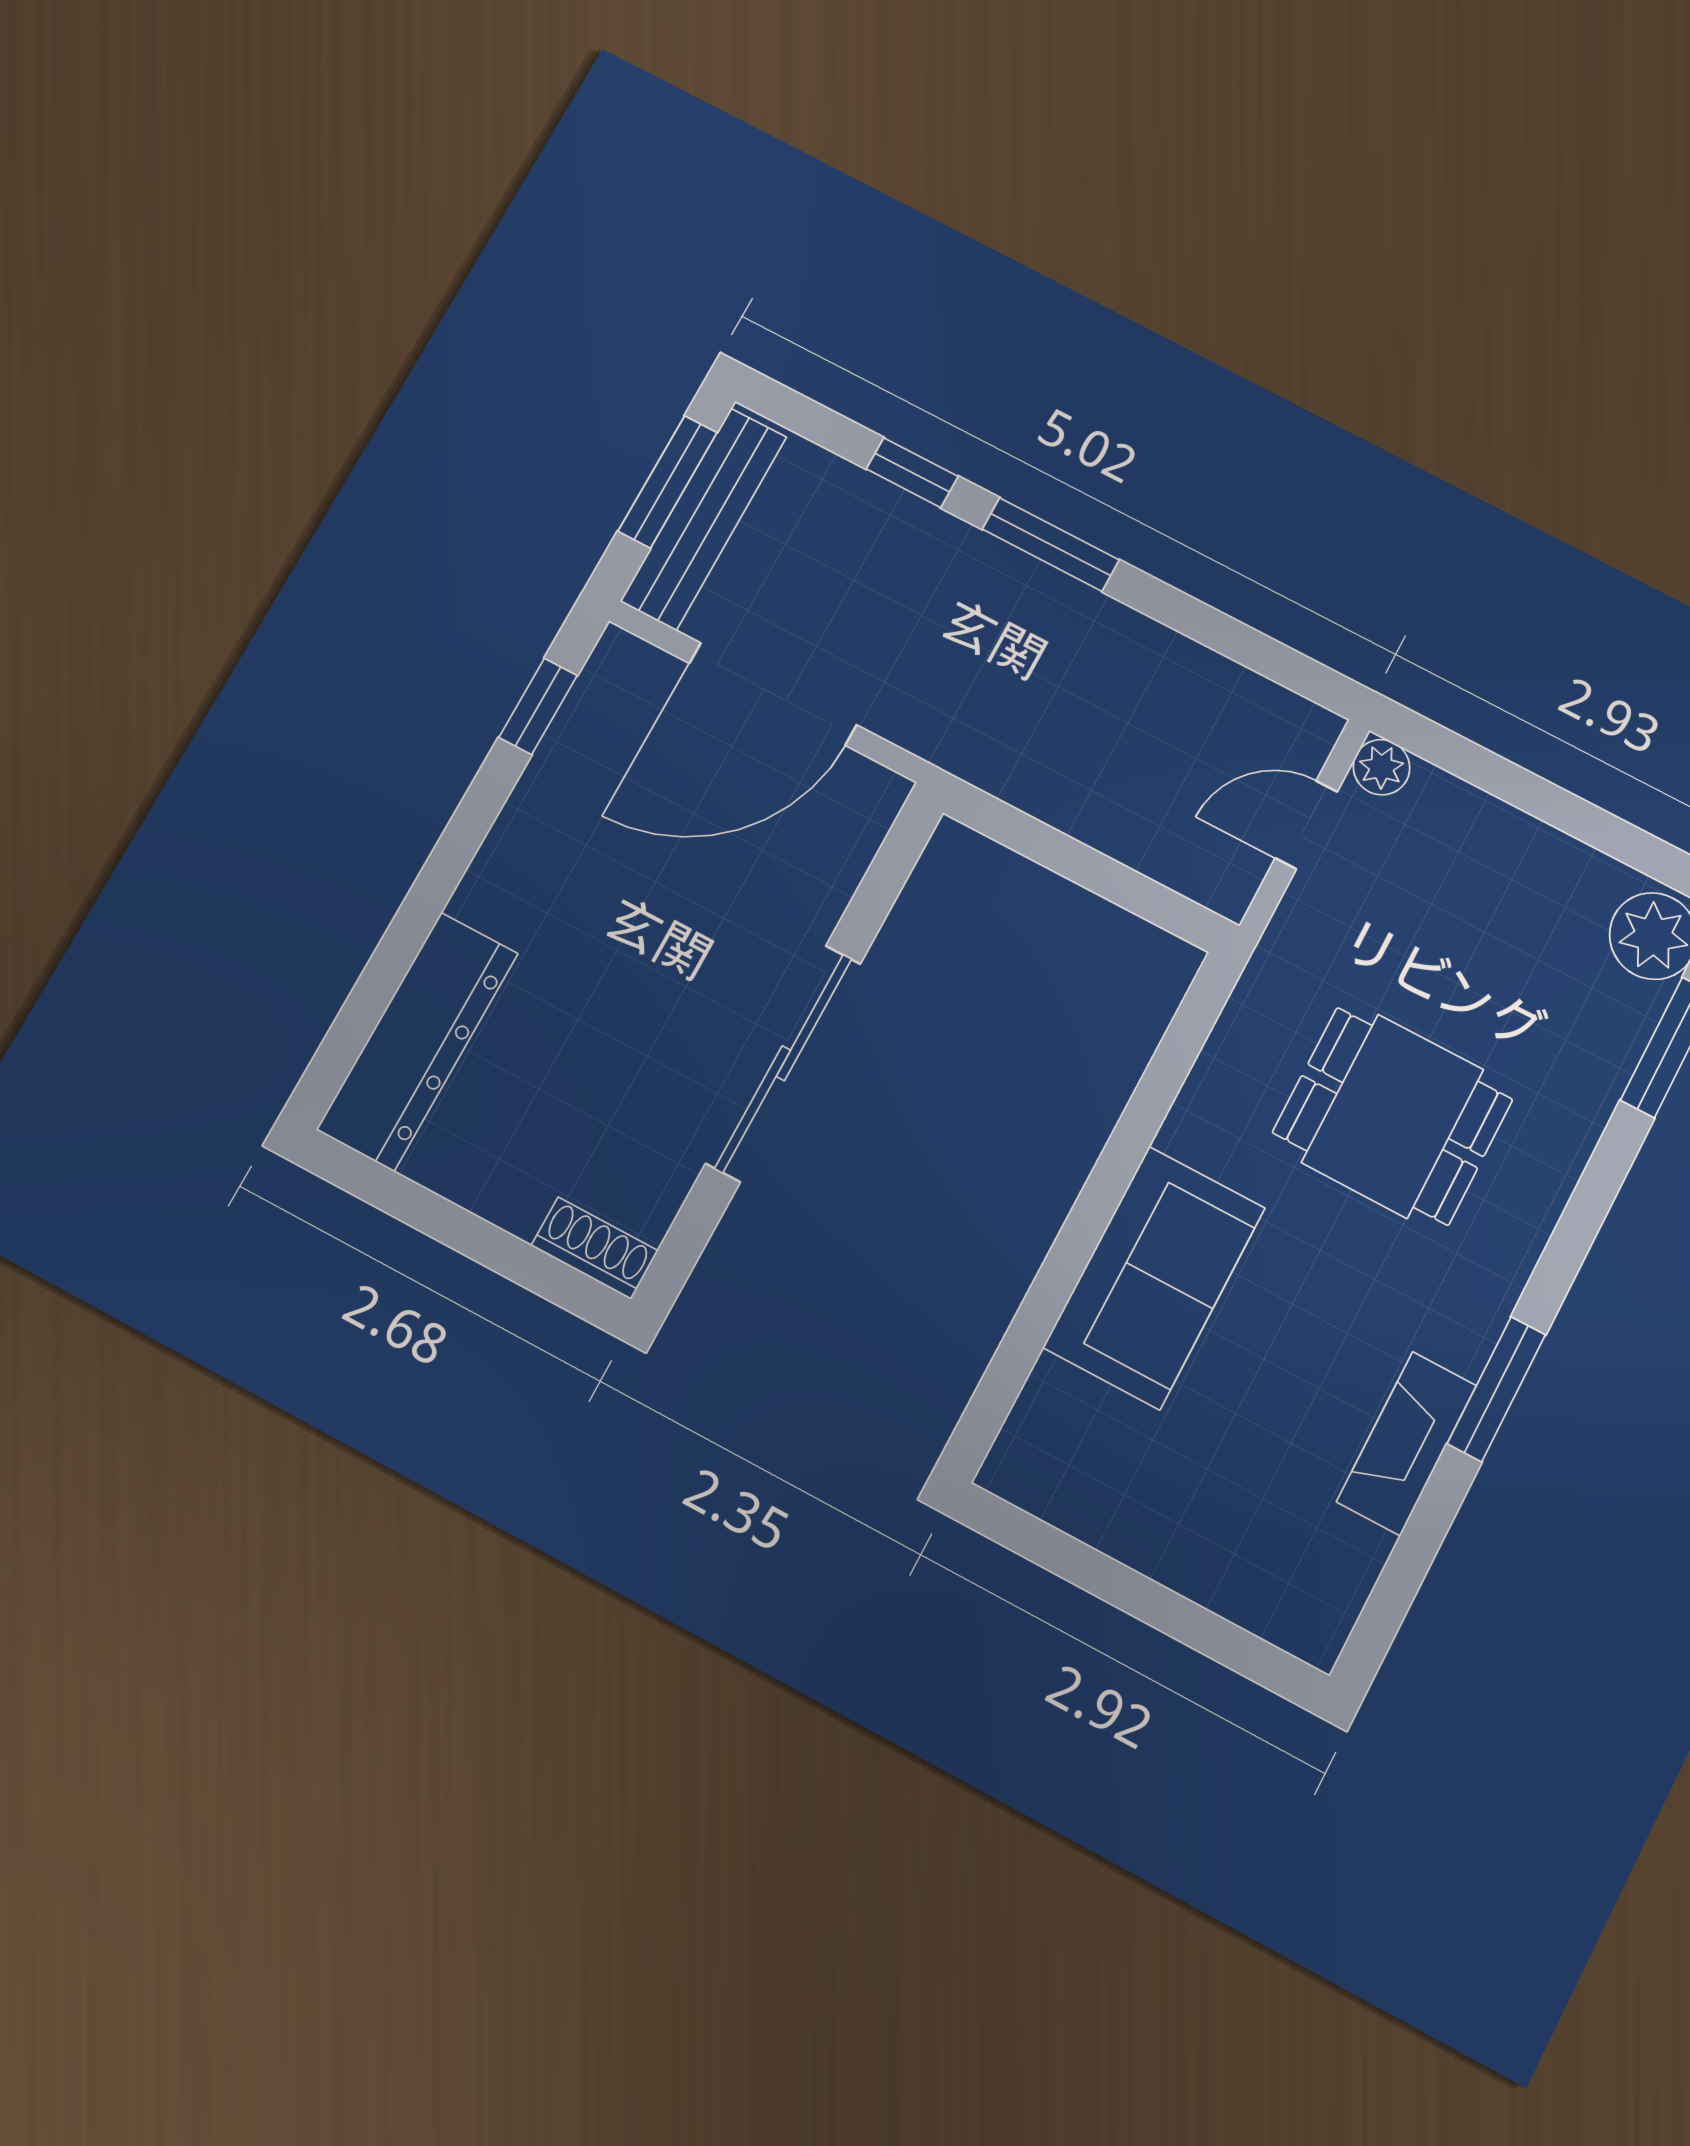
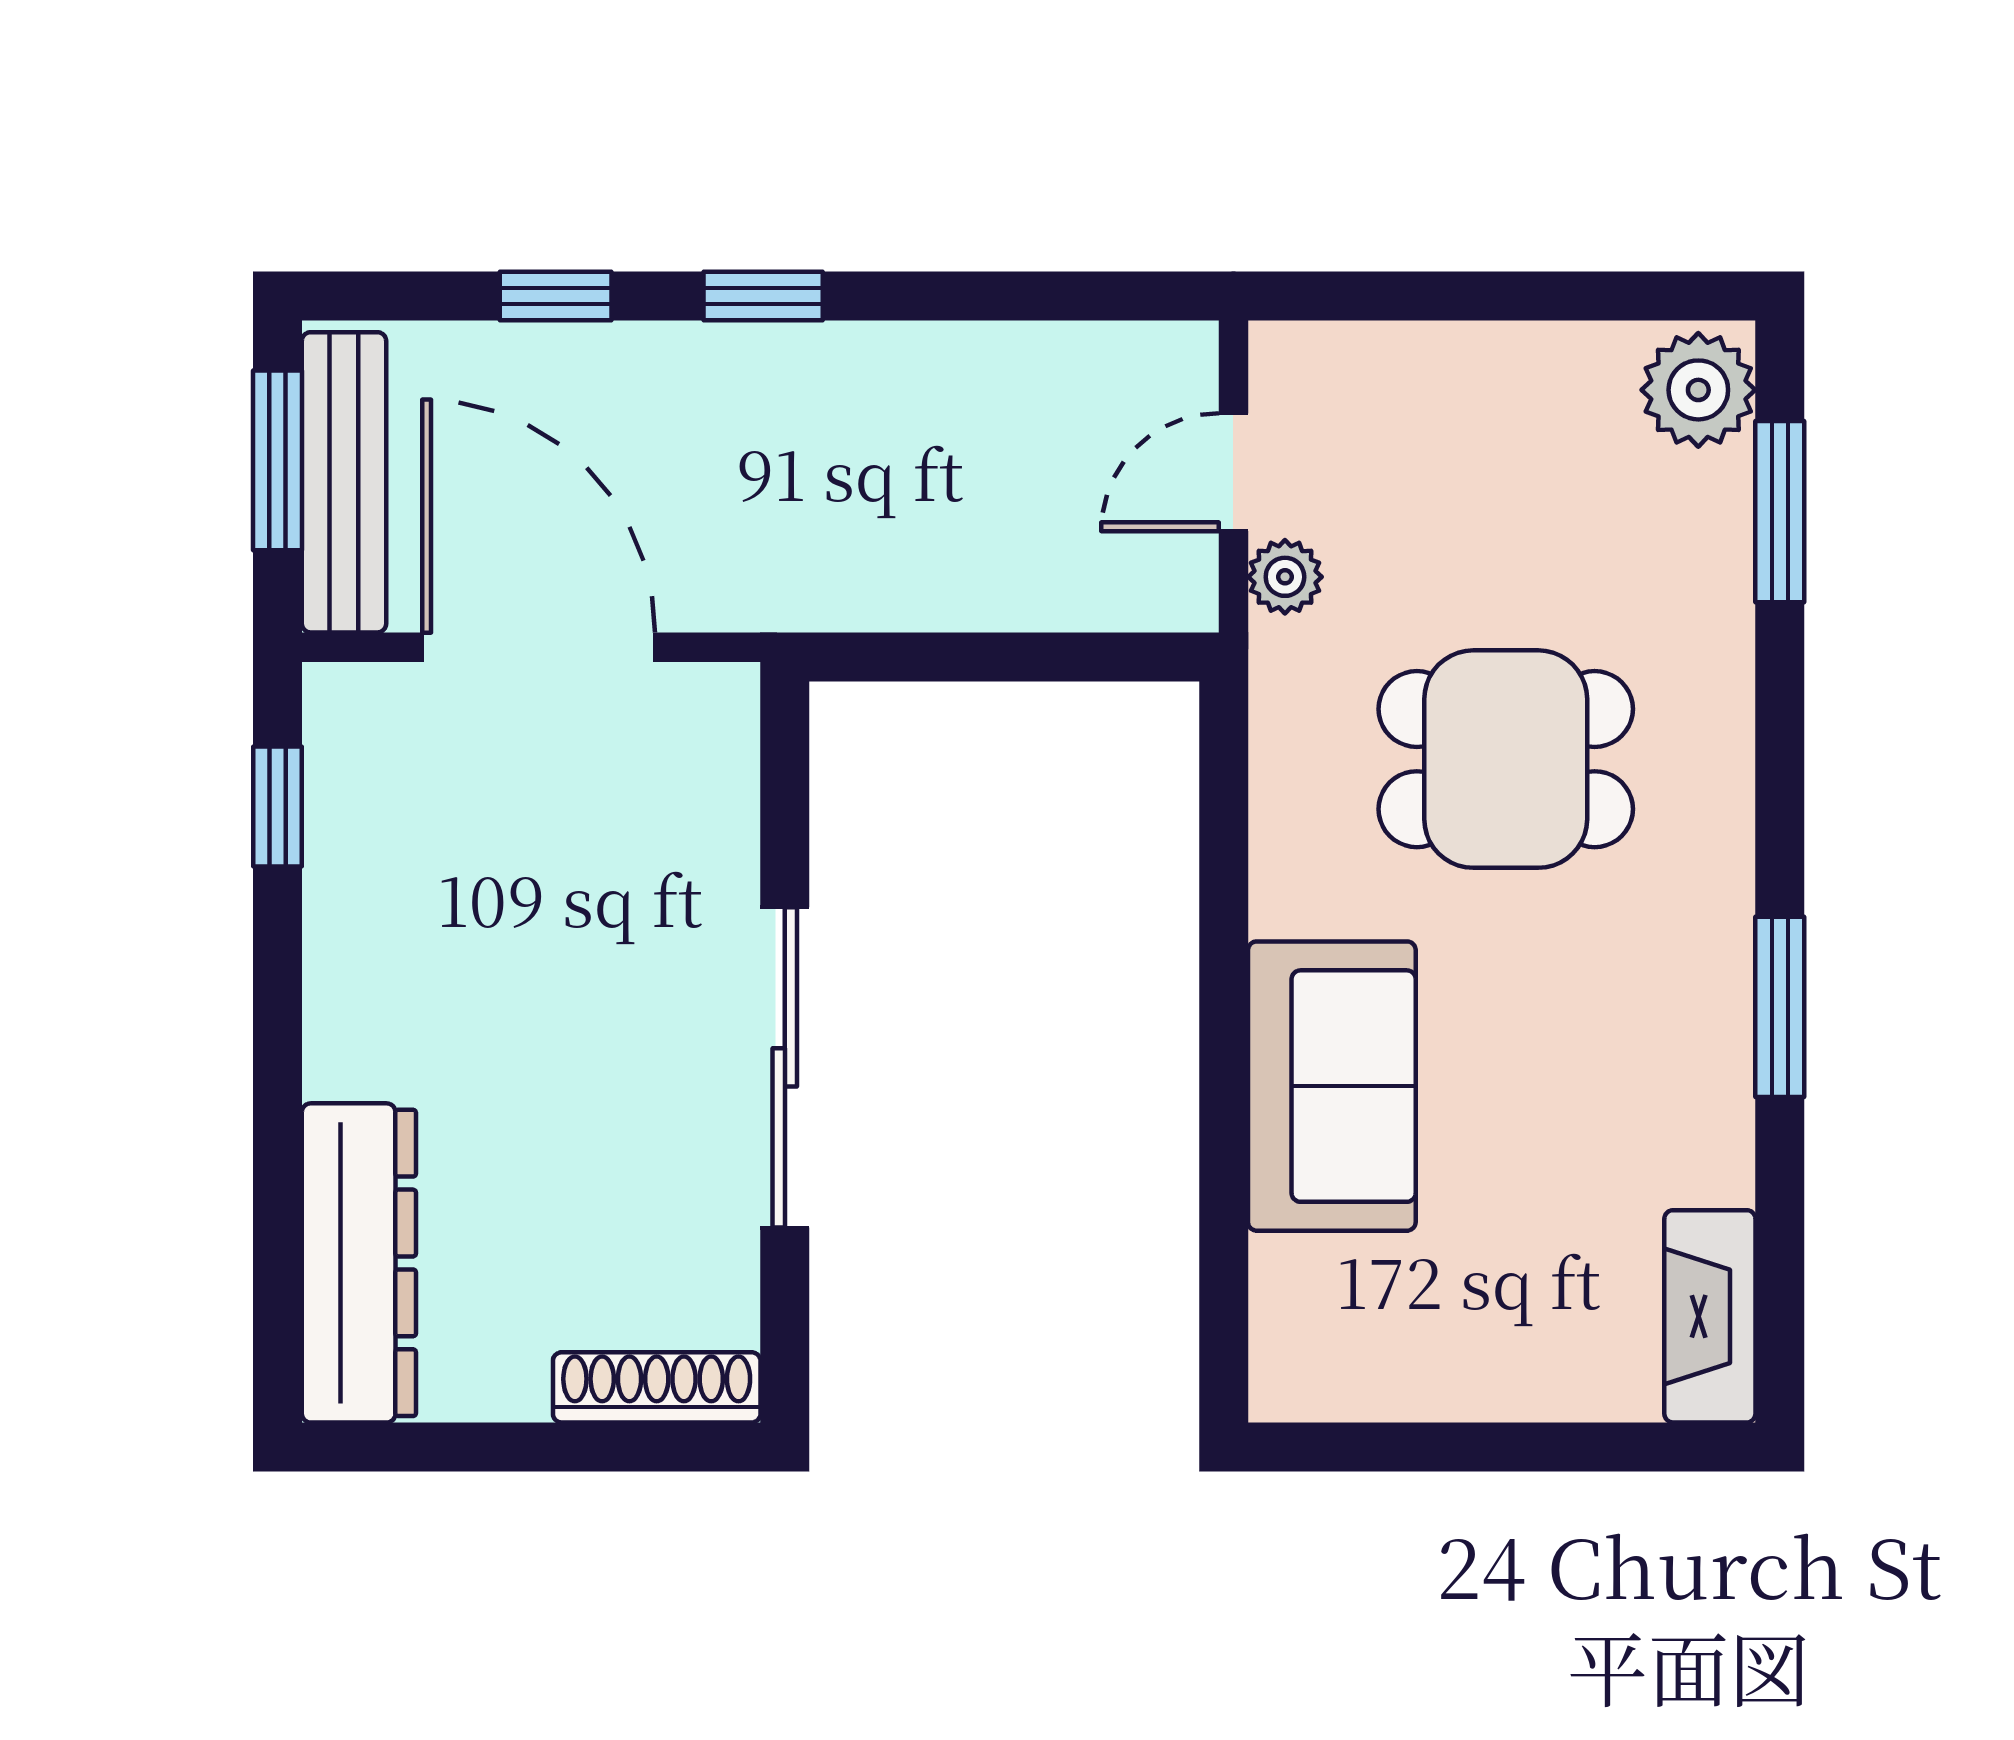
window: (1051, 544) -> (763, 296), width x0.67
door: (773, 694) -> (539, 647), swing flipped
plant: (1381, 767) -> (1285, 577), moved
shoe rack: (595, 1248) -> (657, 1387), width x1.43
fireplace: (1407, 1444) -> (1710, 1316), moved

